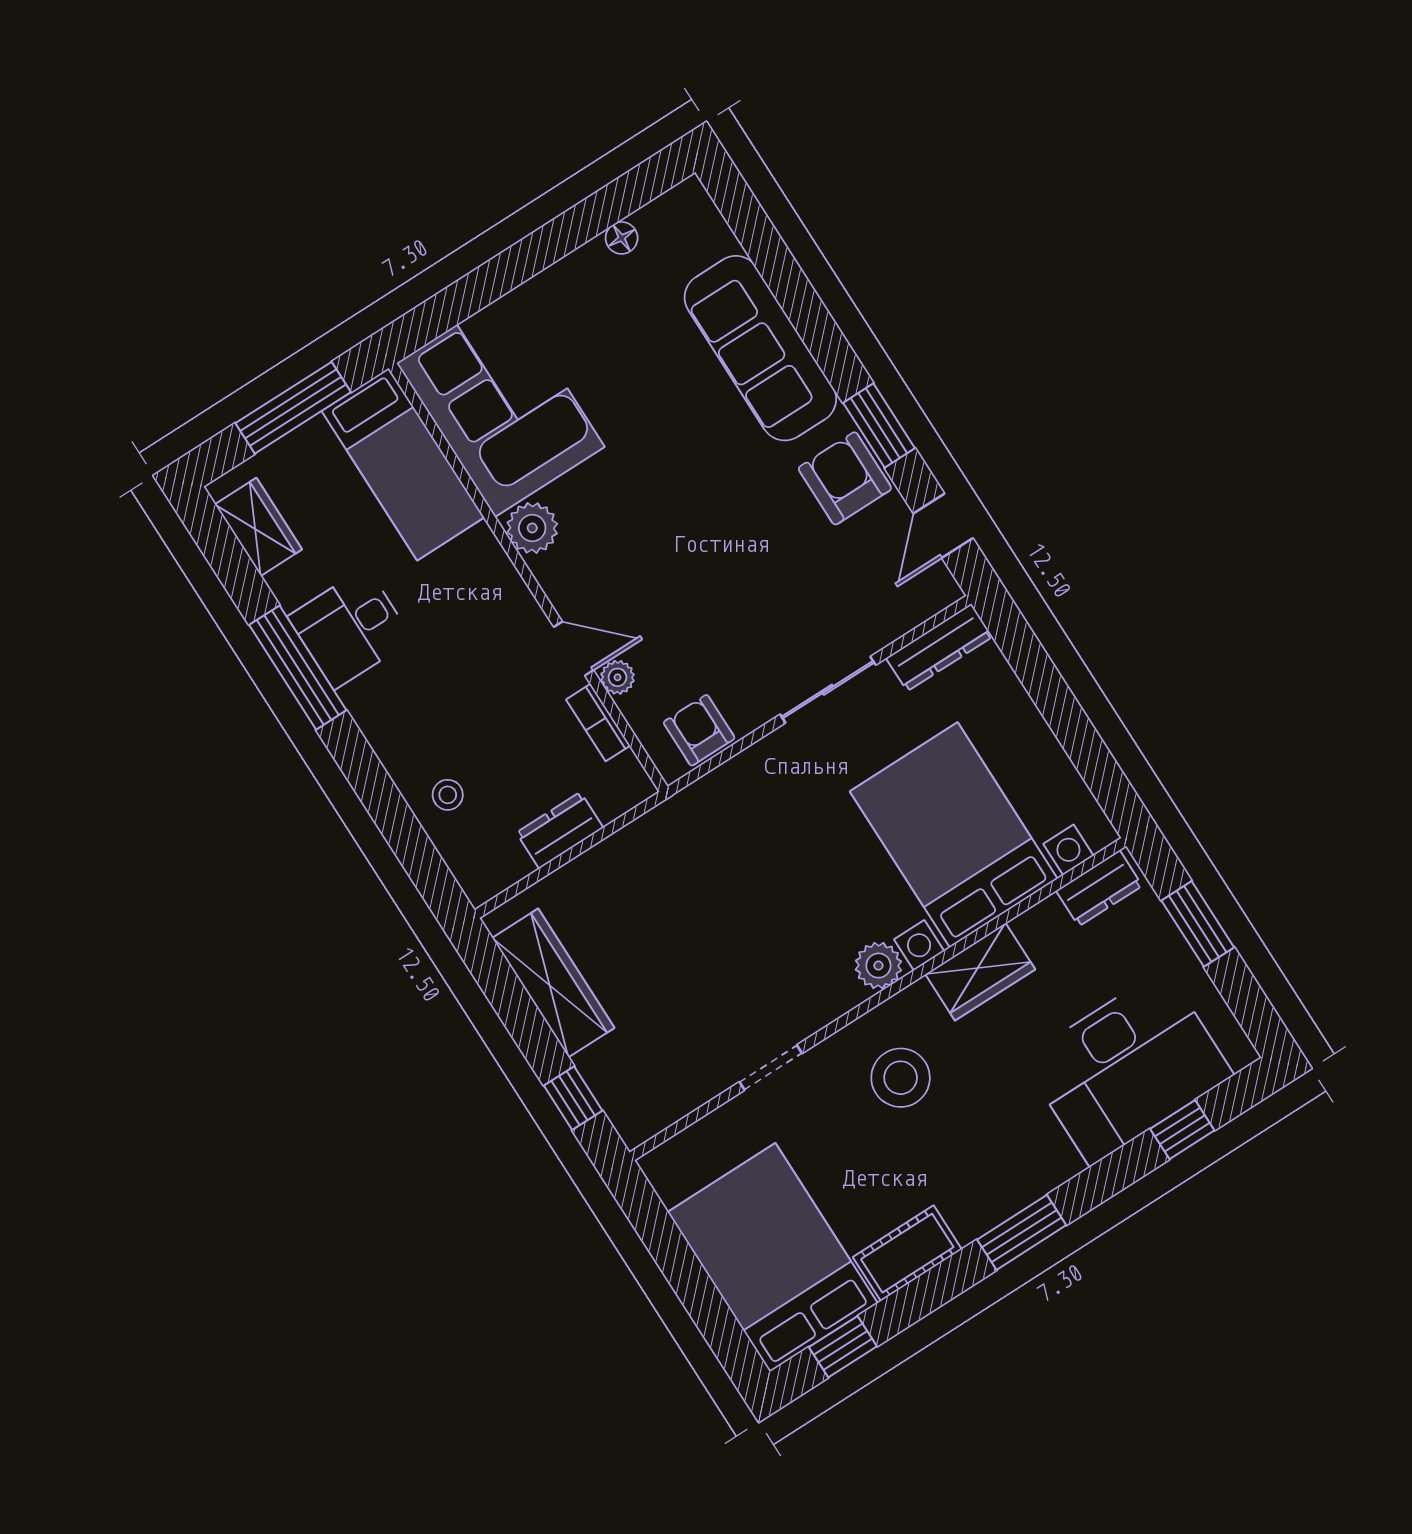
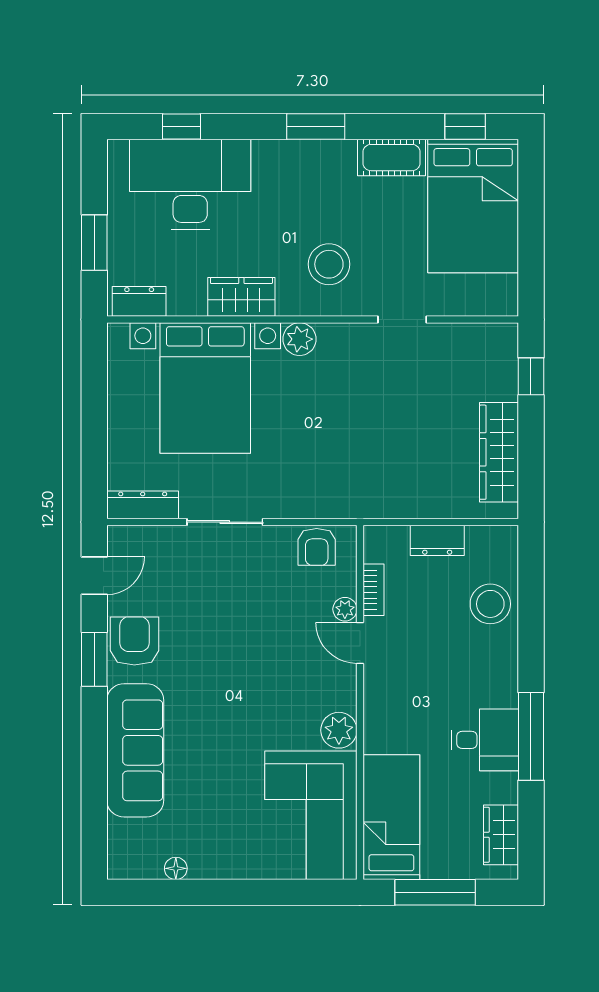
armchair: (845, 478) -> (134, 641), turned 180
stool: (448, 795) -> (490, 604), width x1.89, depth x1.89

